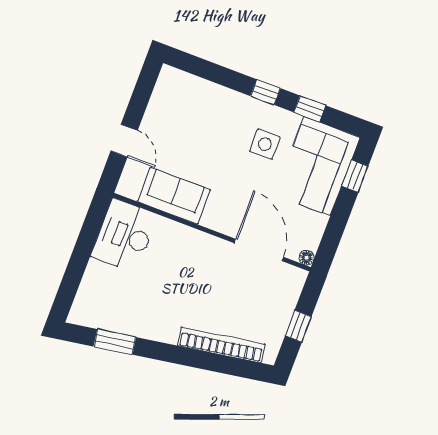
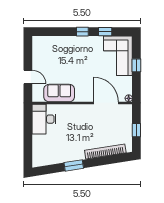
side table: (265, 144) -> (91, 55), removed
window: (355, 176) -> (136, 65), moved
window: (115, 342) -> (74, 165), moved

